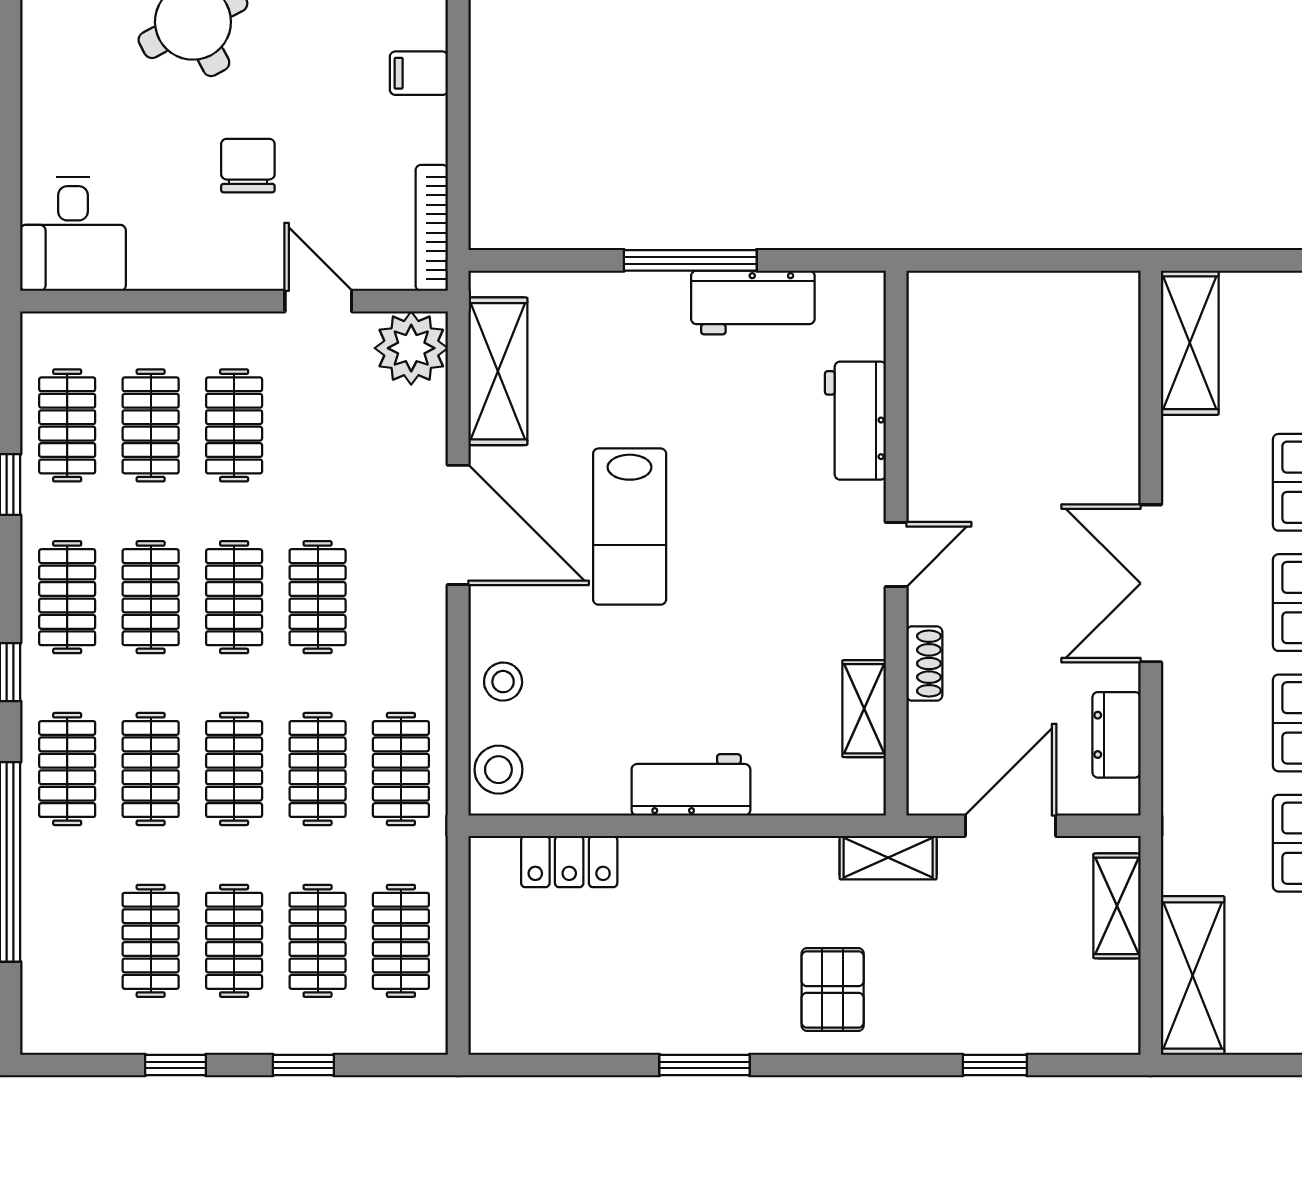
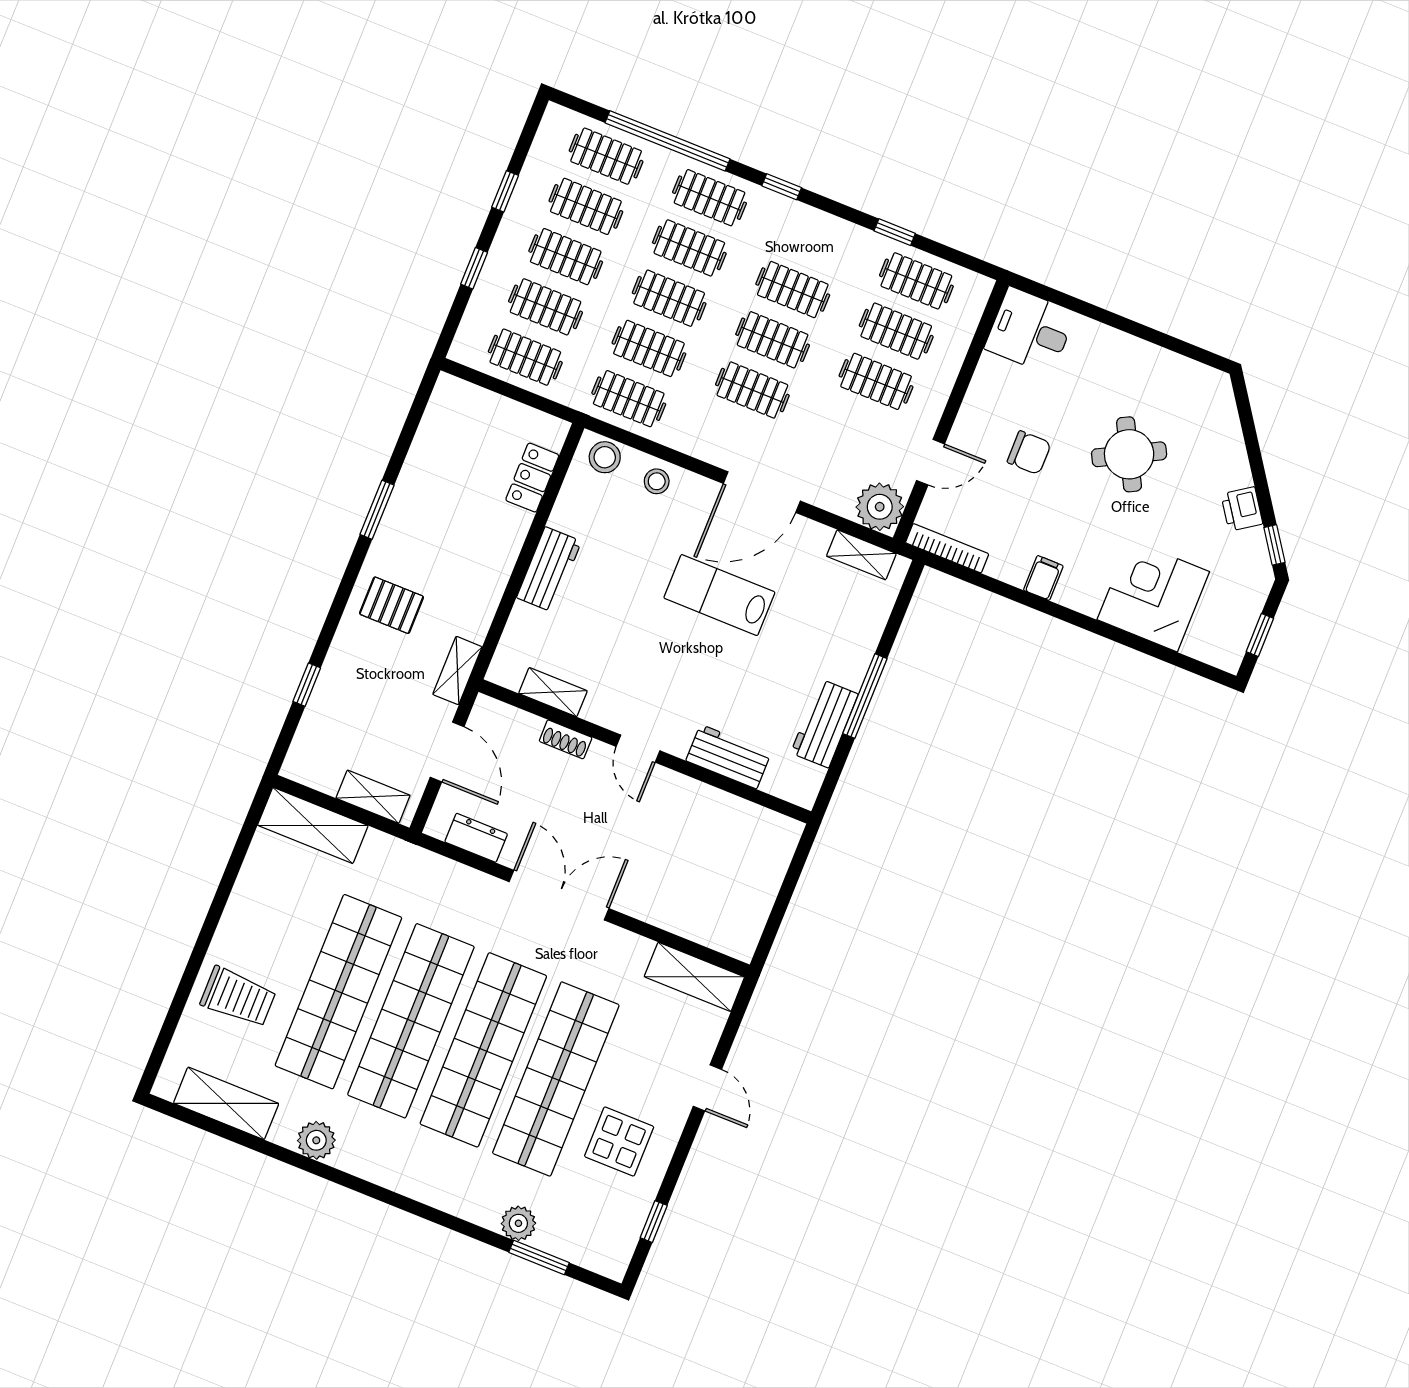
shelving: (498, 371) -> (861, 555), width x0.67, depth x0.75
clothes rail: (67, 597) -> (606, 156), moved

